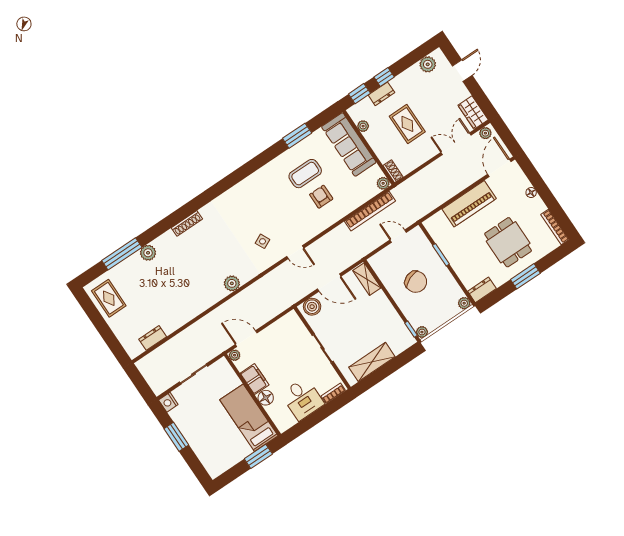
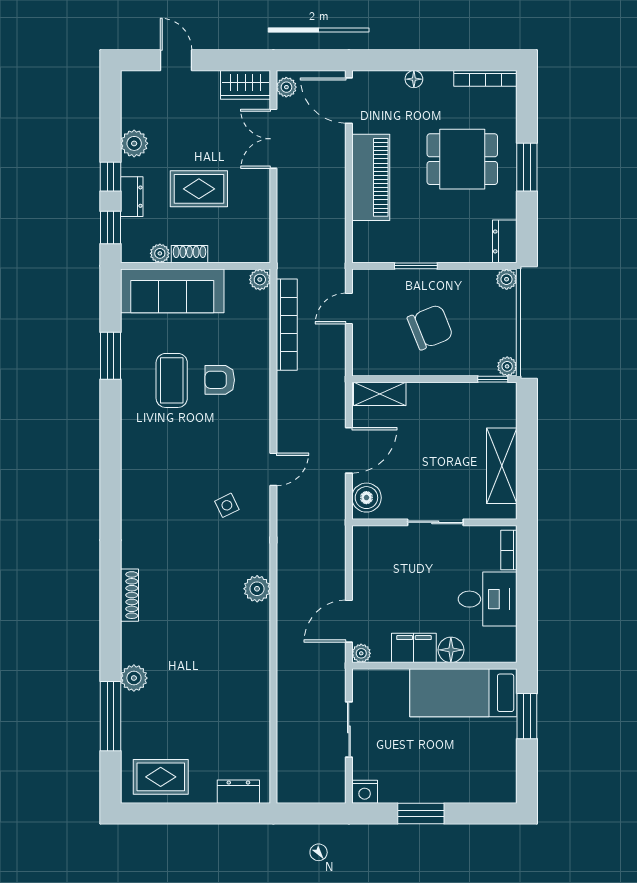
plant: (428, 64) -> (134, 143), moved
shoe rack: (393, 171) -> (189, 254), moved
dresser: (153, 338) -> (238, 792), moved, turned 90

